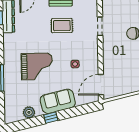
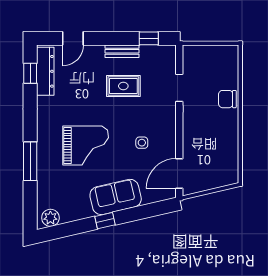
plant: (29, 112) -> (50, 218), moved

